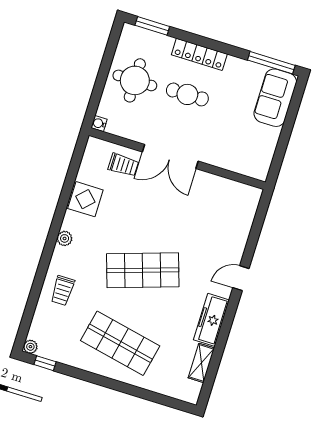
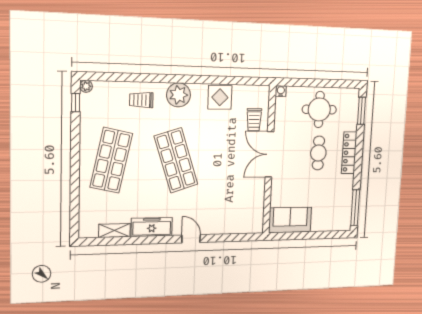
sofa: (275, 98) -> (290, 220), moved
plant: (65, 238) -> (178, 95), width x1.88, depth x1.88

